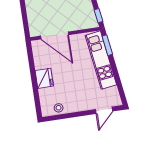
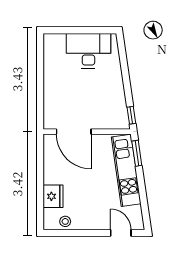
fridge: (44, 78) -> (53, 196), moved
door: (104, 110) -> (121, 233), swing flipped

